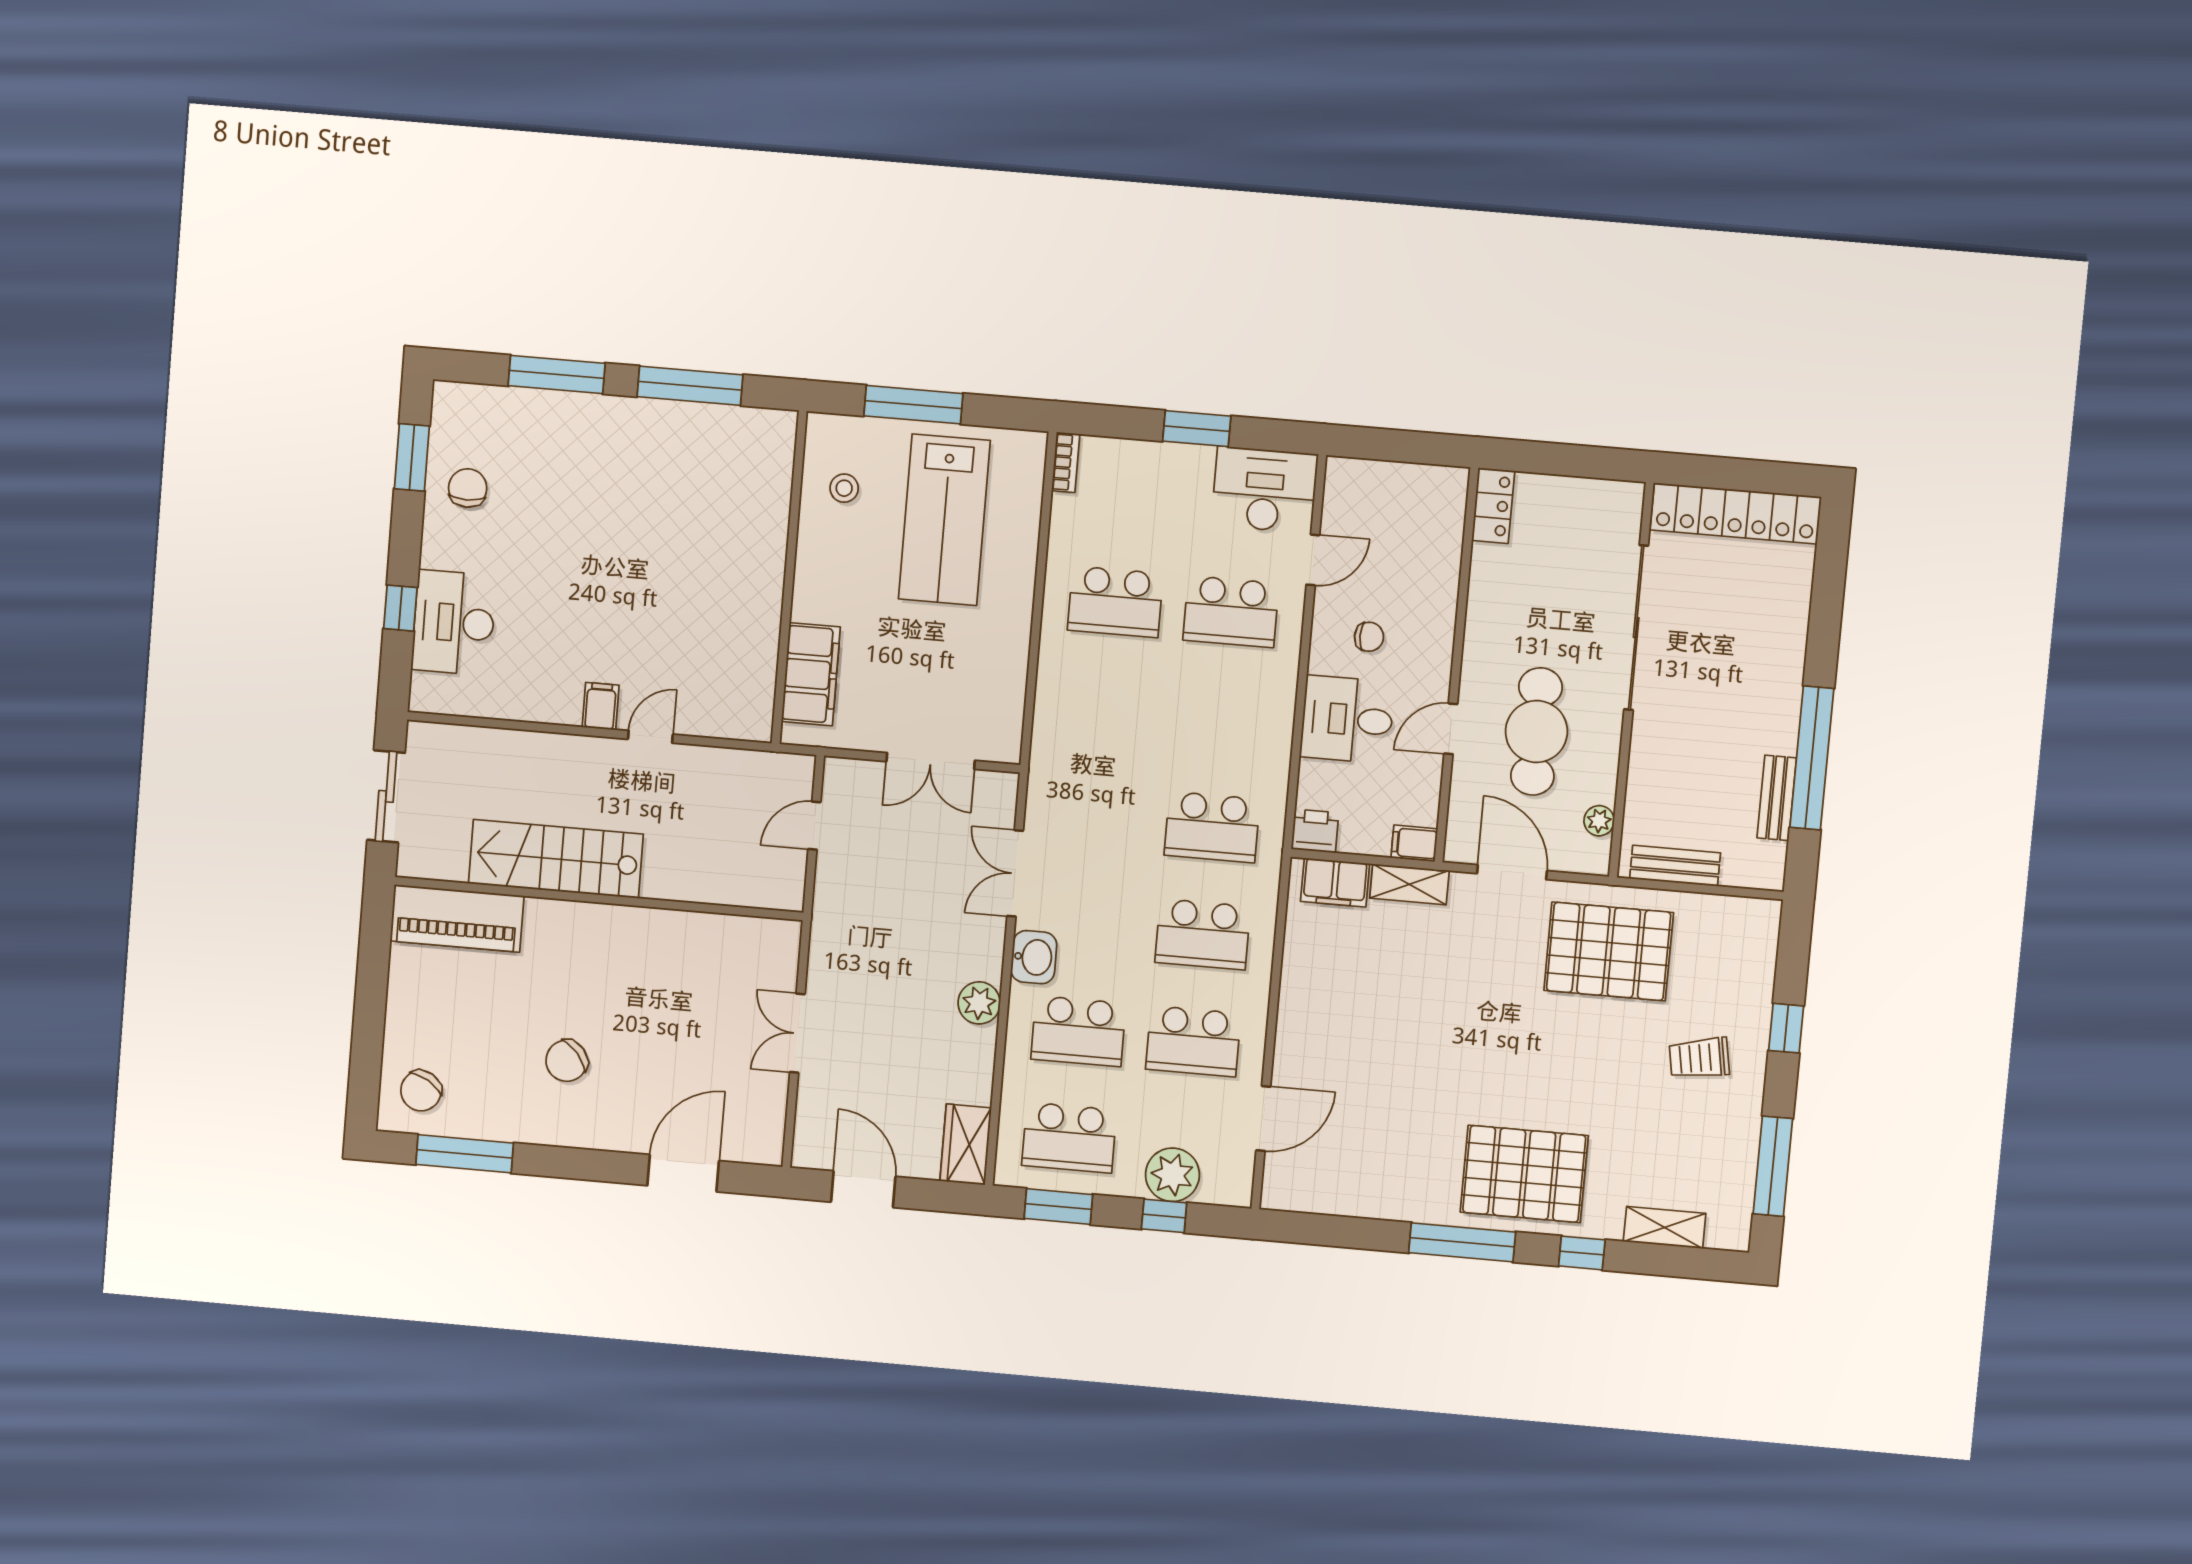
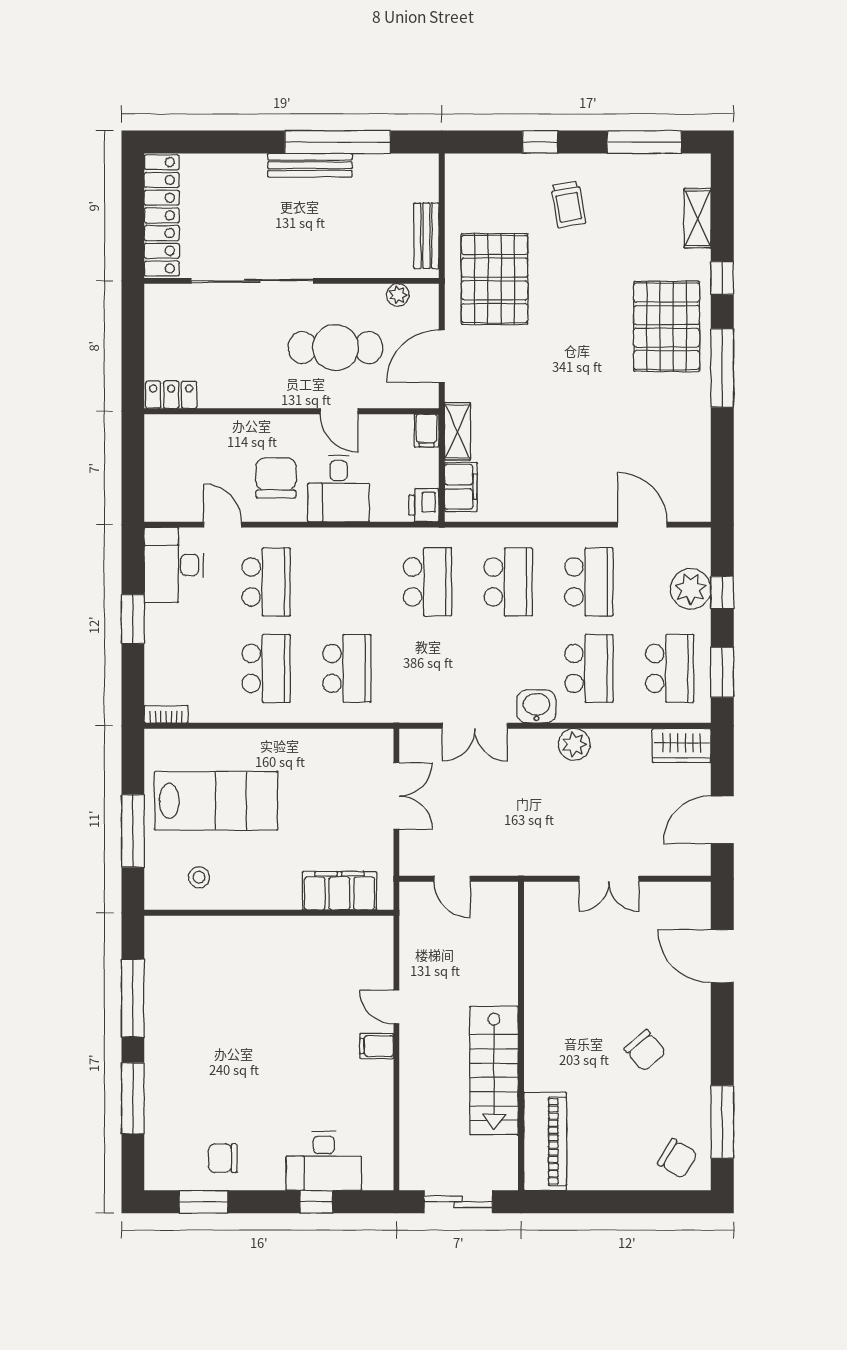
chair: (1369, 637) -> (276, 478), width x1.87, depth x1.87
school desk: (1106, 710) -> (347, 668), added
bench: (1777, 798) -> (310, 165), moved, width x1.36

